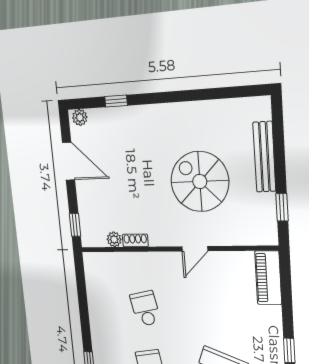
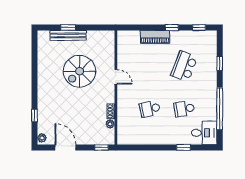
door: (69, 161) -> (65, 147), hinge flipped
window: (282, 207) -> (68, 28), moved
piano: (268, 278) -> (155, 37), moved

